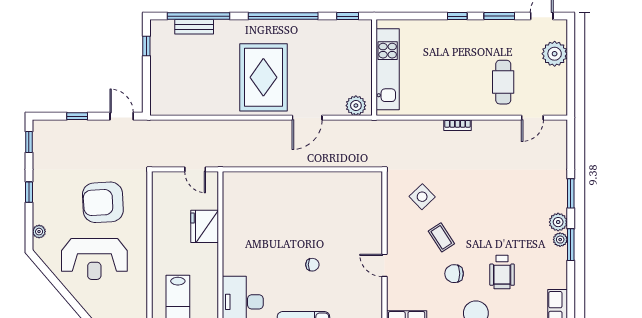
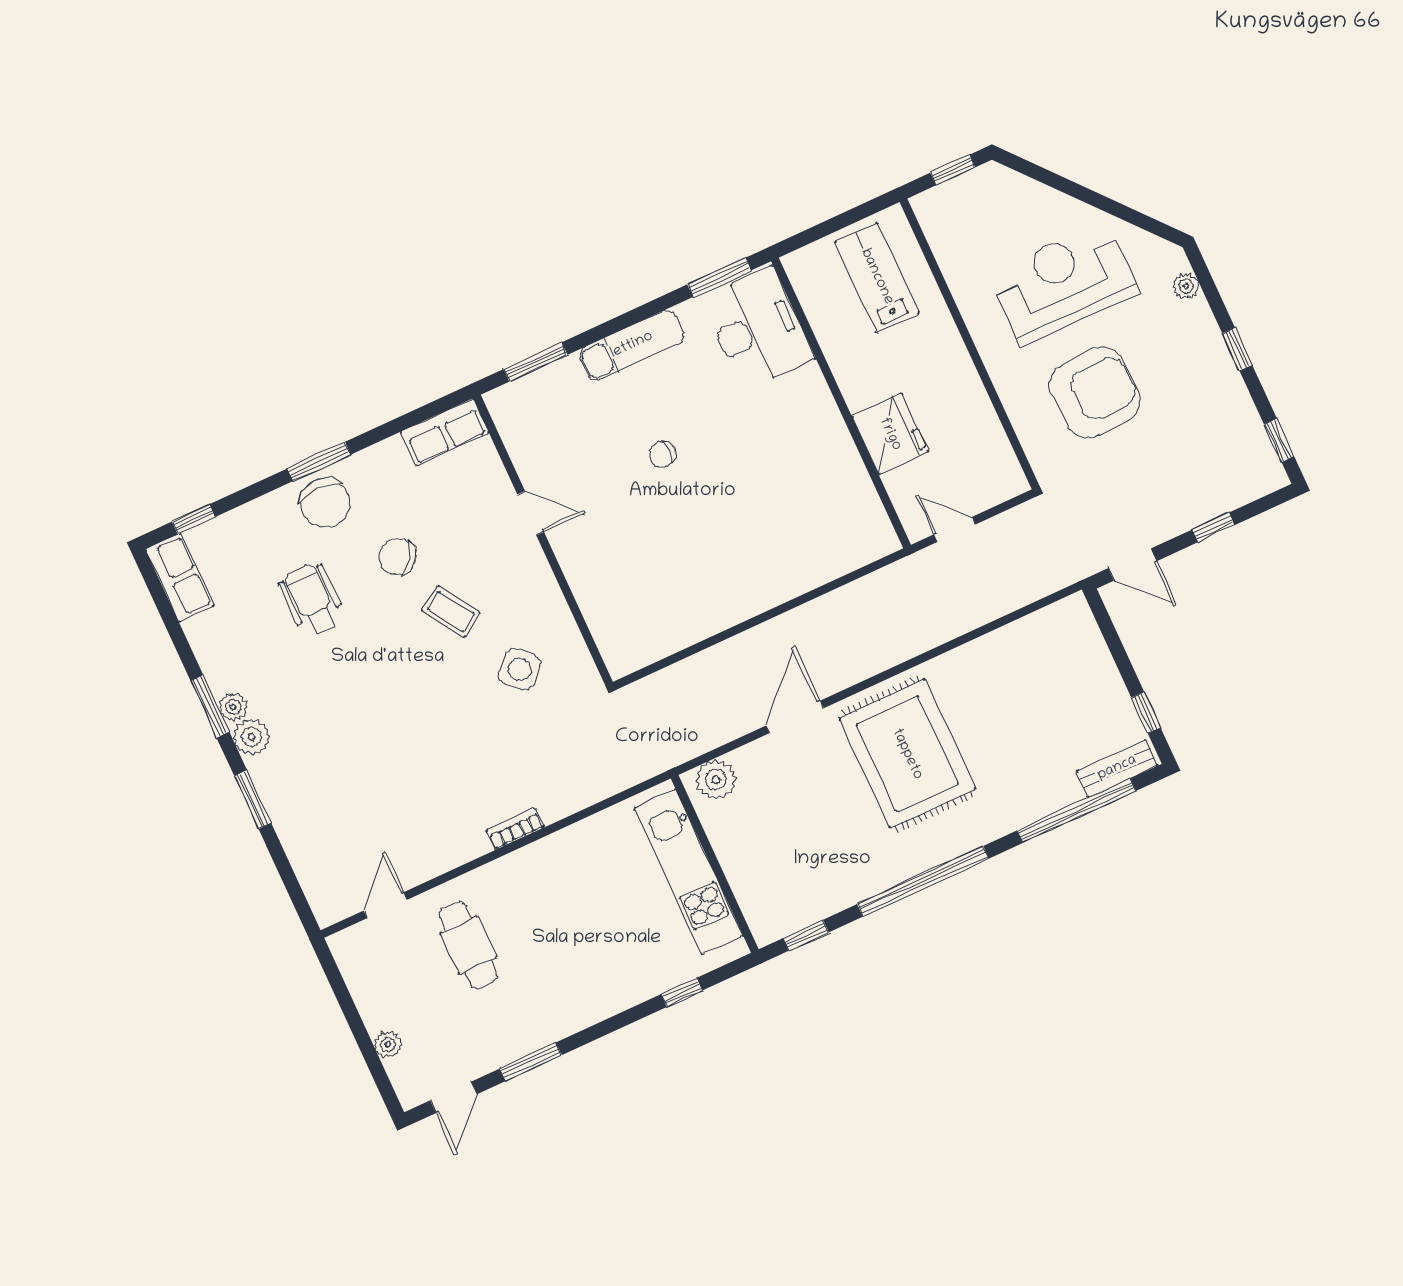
window: (457, 16) -> (682, 992), moved
bench: (194, 27) -> (1117, 768), moved
plant: (555, 54) -> (388, 1044), width x0.53, depth x0.53
chair: (454, 274) -> (397, 556), turned -145

